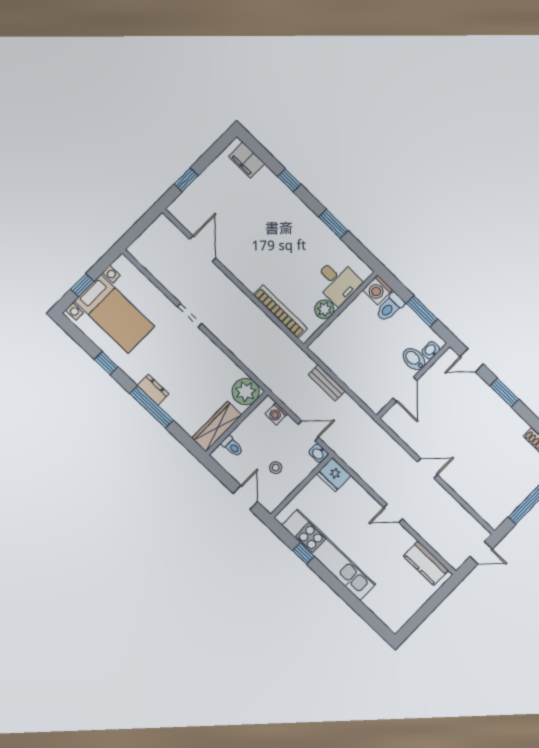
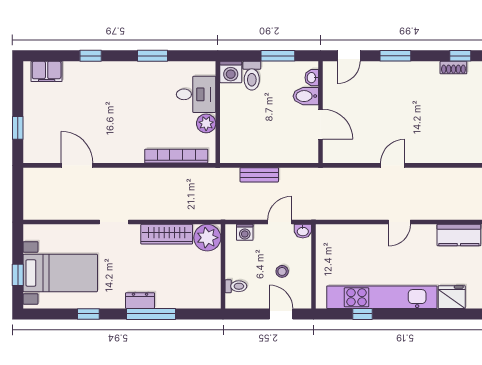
wardrobe: (217, 427) -> (167, 234), moved, turned -90
fridge: (334, 475) -> (452, 297), moved, turned 180

